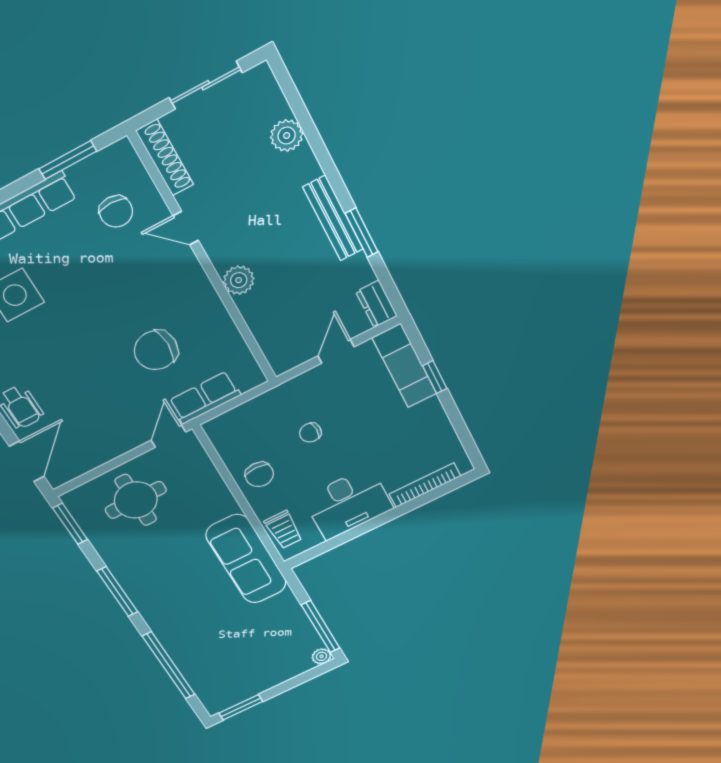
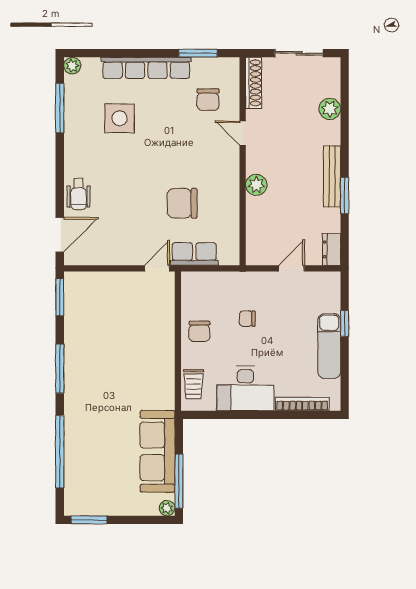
exam couch: (405, 366) -> (329, 346), moved
round table: (136, 500) -> (111, 304), removed
sofa: (246, 559) -> (157, 451), moved

